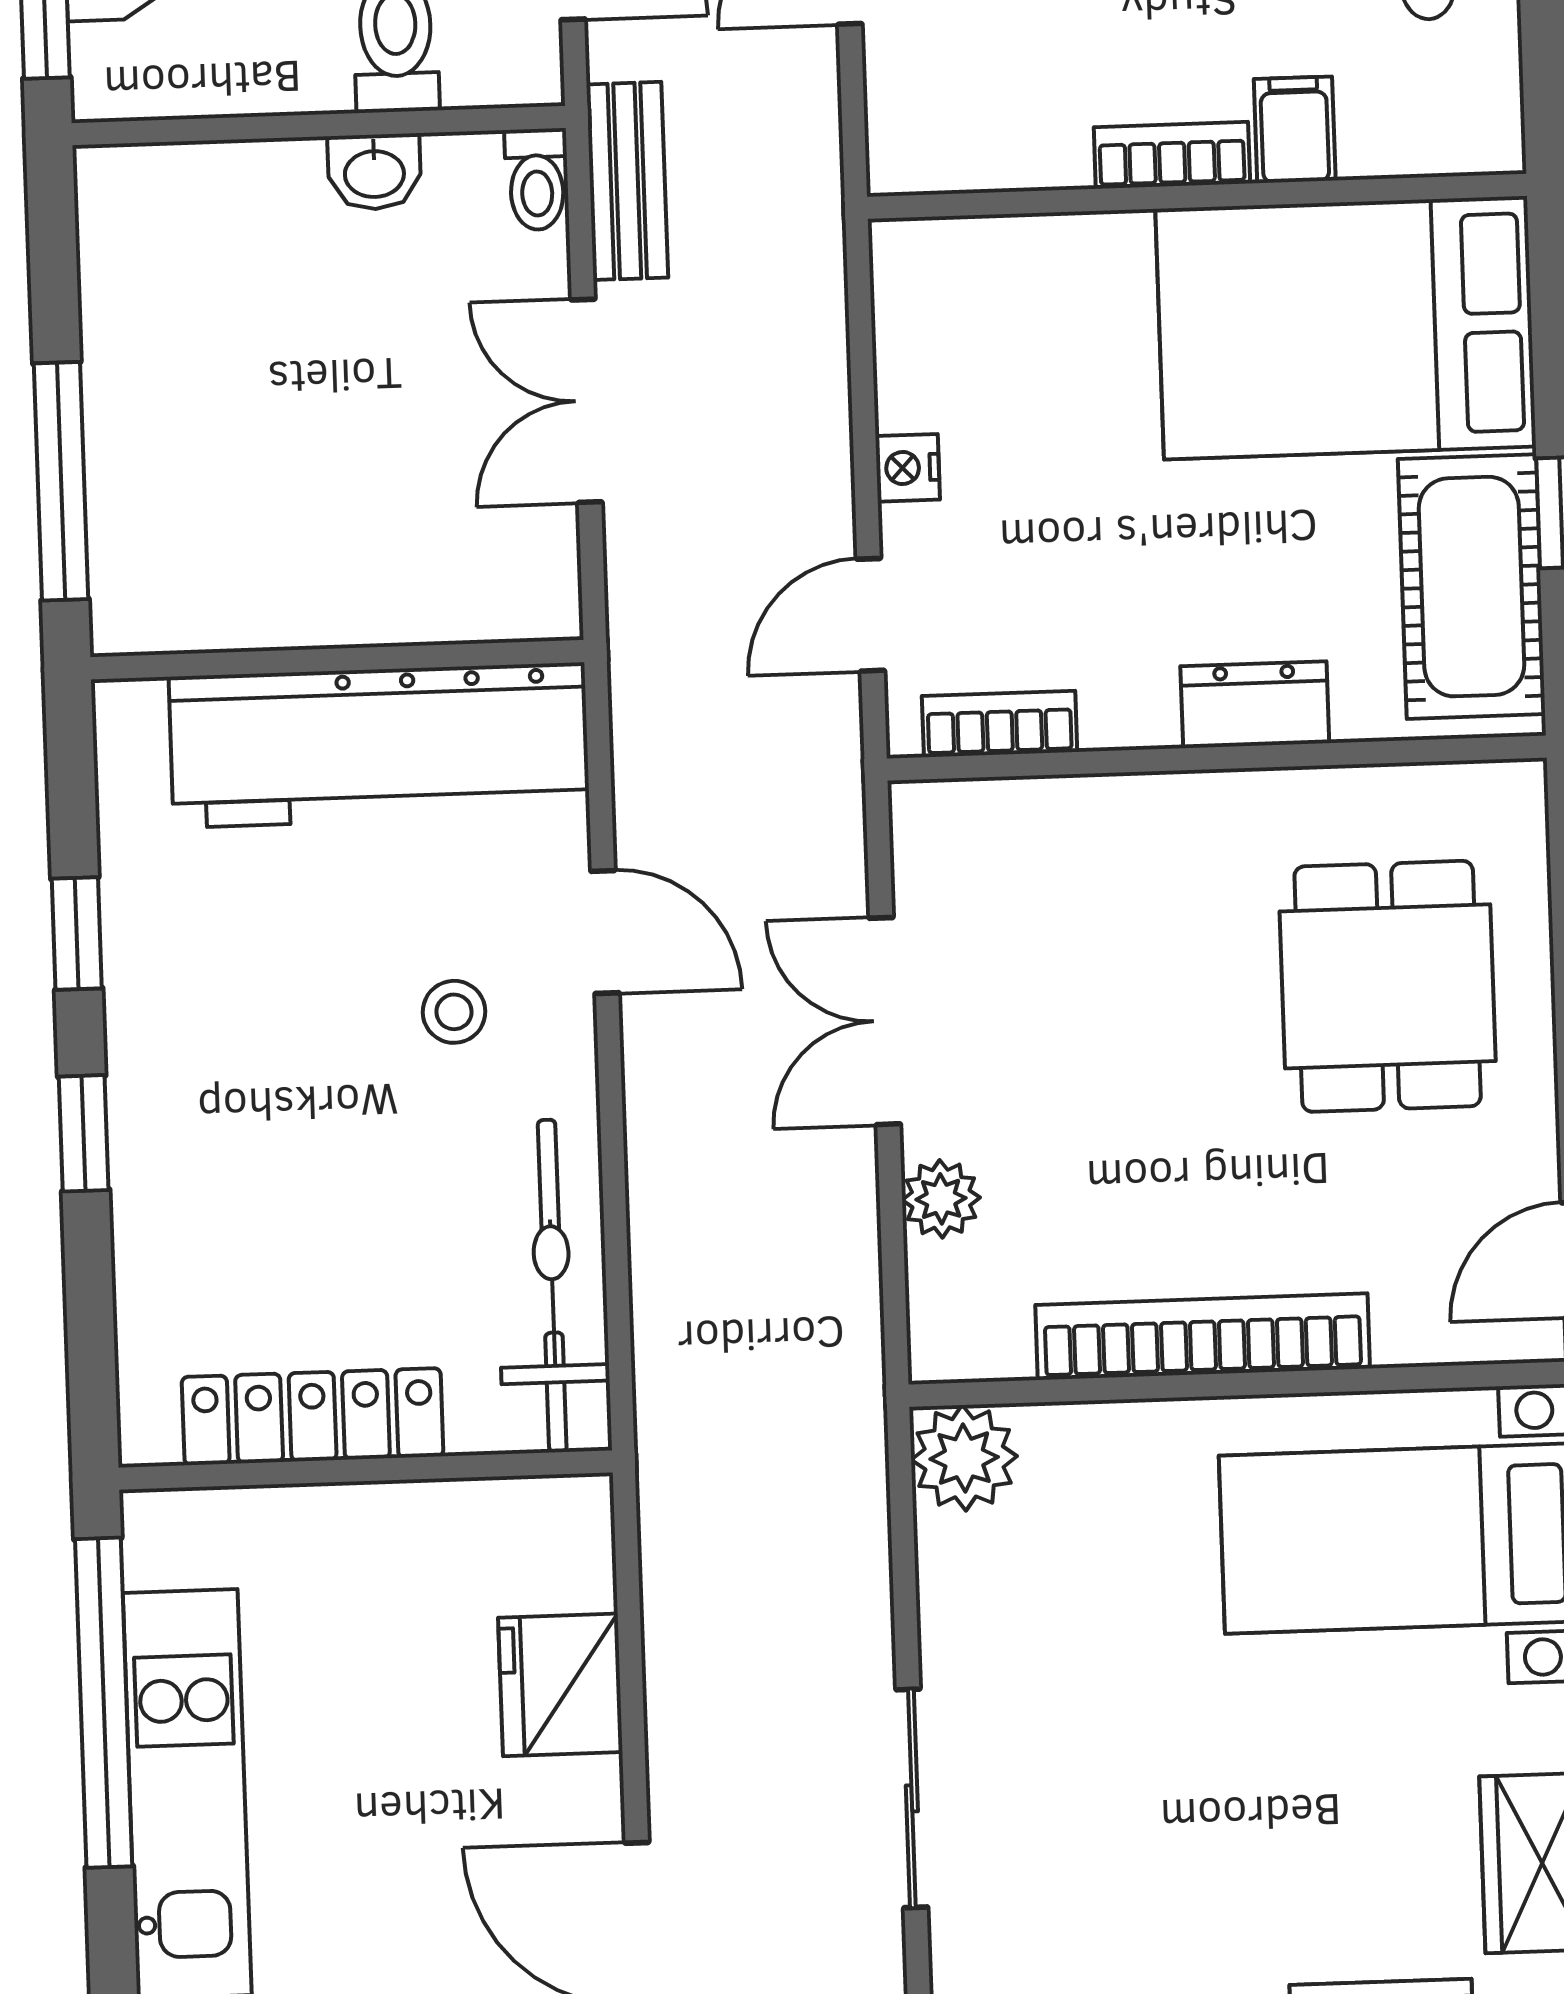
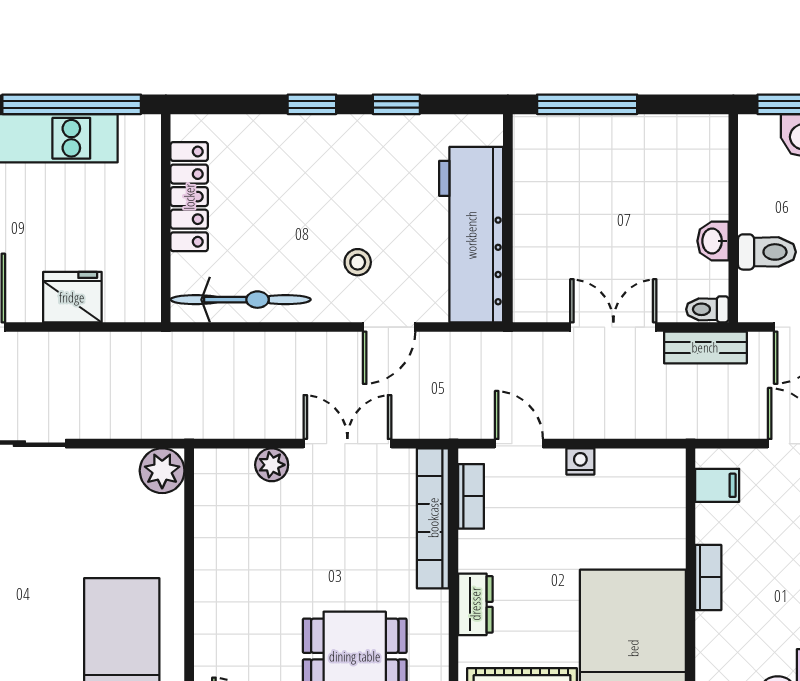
filing cabinet: (1295, 130) -> (717, 485), moved
bookcase: (1203, 1337) -> (433, 518), moved, turned 180

